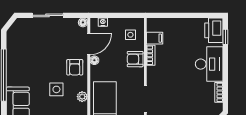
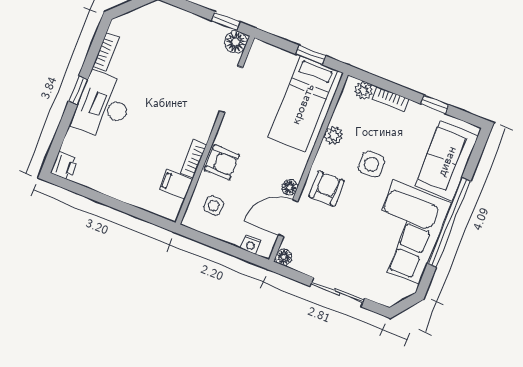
printer: (214, 30) -> (64, 166), width x0.53, depth x0.68
window: (225, 37) -> (78, 90), moved
corner sofa: (24, 61) -> (406, 232), added

